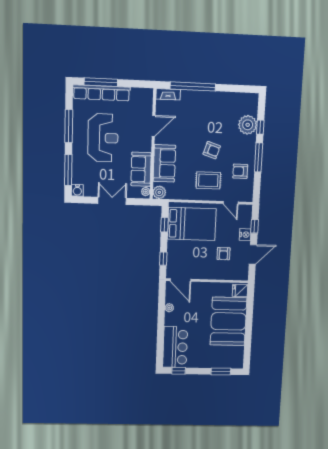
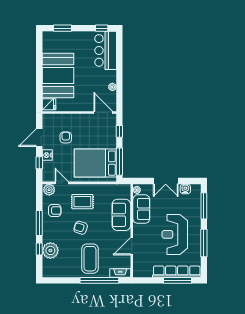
coffee table: (203, 113) -> (90, 259), added
water cooler: (77, 190) -> (185, 189), moved
plant: (159, 192) -> (49, 190), moved
window: (164, 225) -> (119, 162), width x2.17

